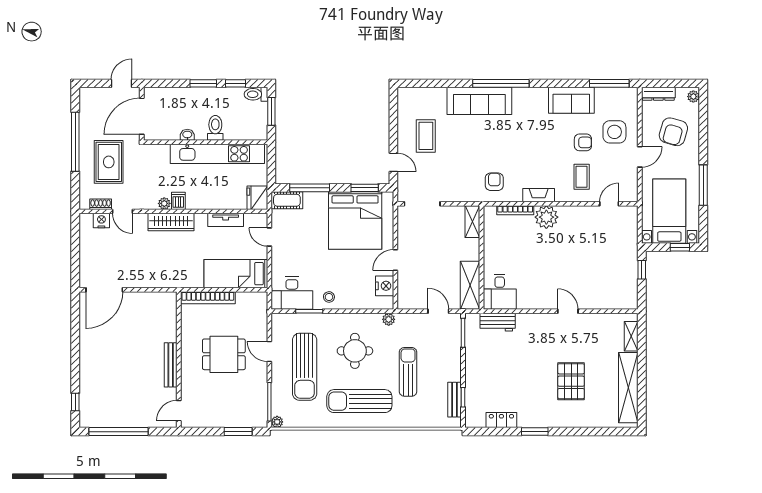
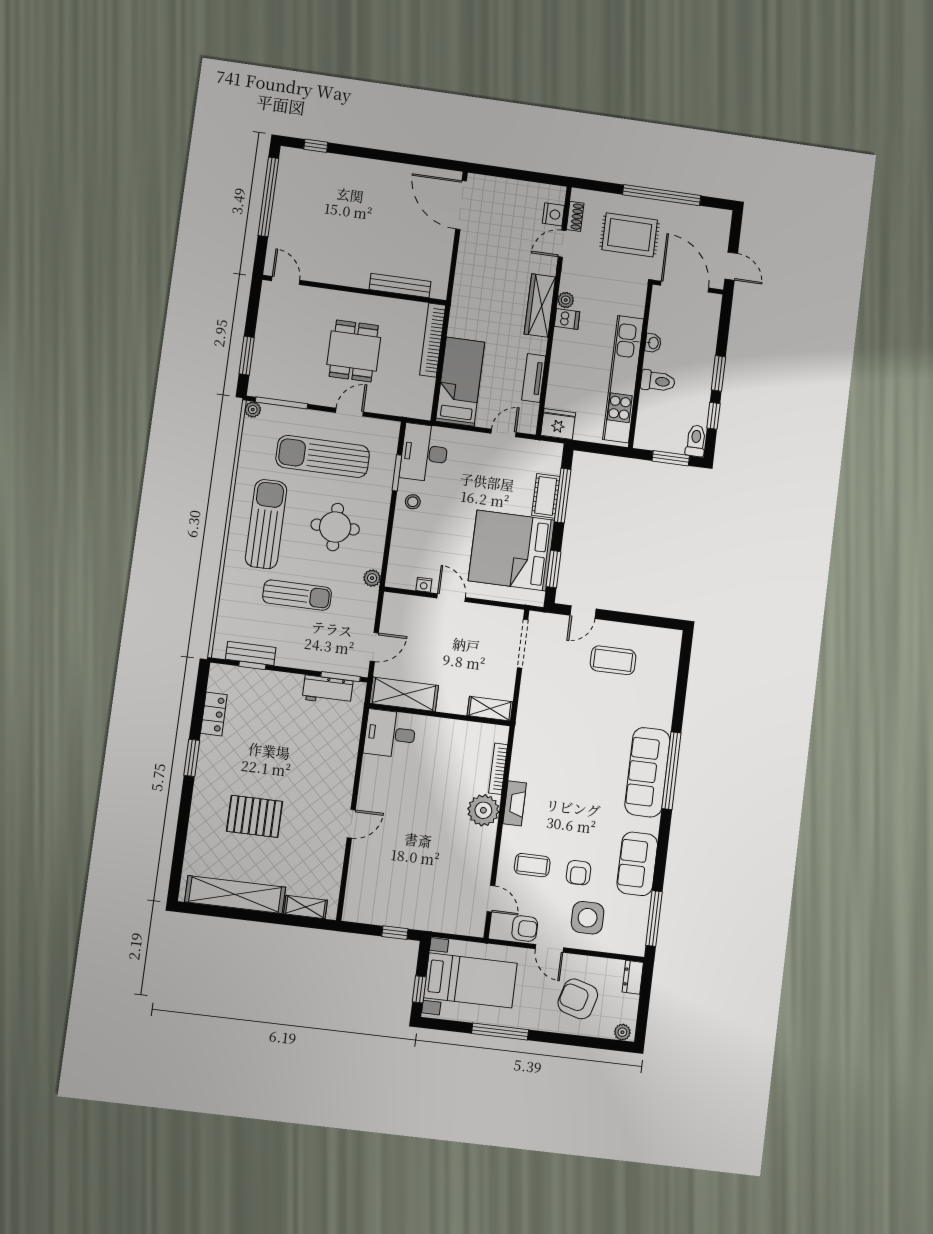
dresser: (658, 94) -> (633, 977), width x0.70
sofa: (479, 101) -> (647, 772), moved
armchair: (494, 182) -> (525, 928), moved
cot: (287, 200) -> (546, 496), moved
nightstand: (385, 286) -> (424, 585), width x0.53, depth x0.56
workbench: (498, 322) -> (328, 690), moved, turned -90
bench: (171, 365) -> (400, 285), moved

